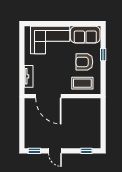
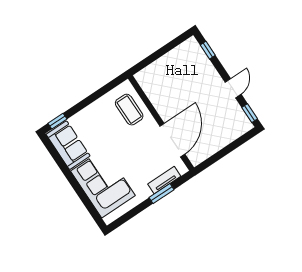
window: (103, 55) -> (57, 121), moved
armchair: (84, 62) -> (102, 124), removed
window: (22, 70) -> (161, 194), added

